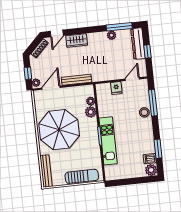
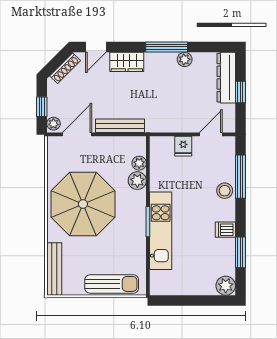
window: (119, 27) -> (167, 47), moved
dishwasher: (150, 159) -> (225, 230), moved

